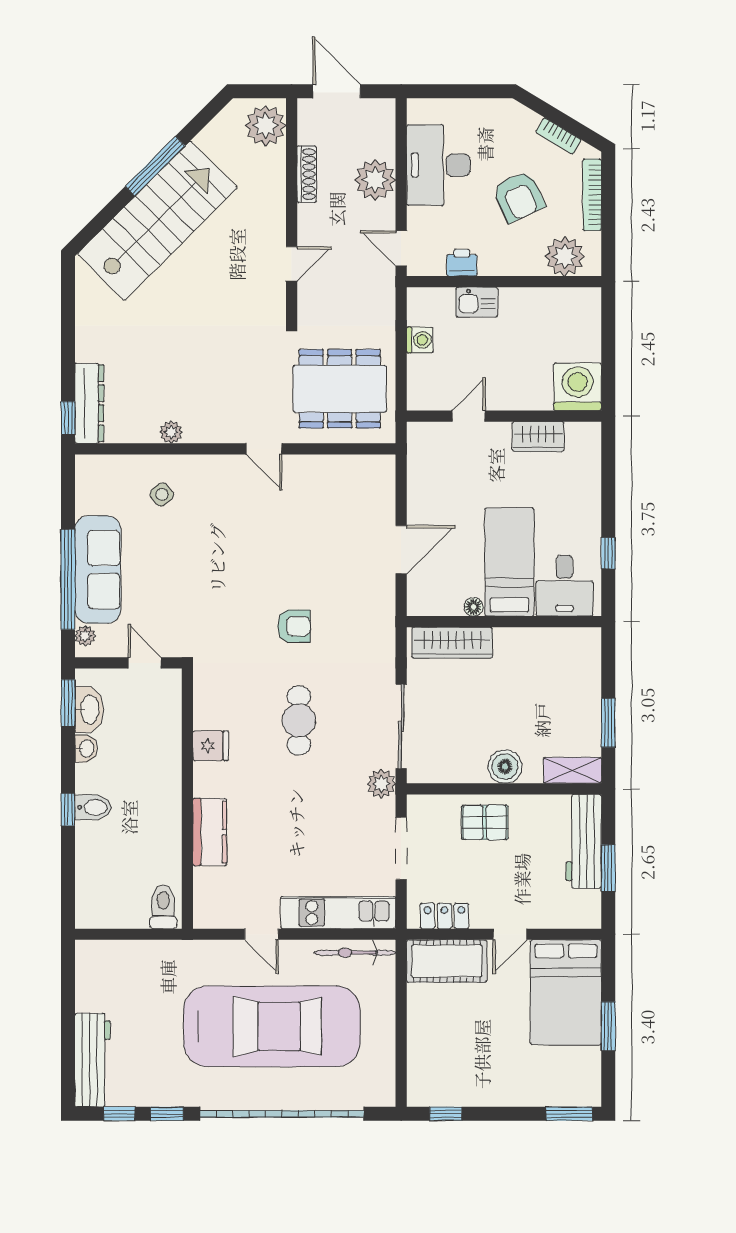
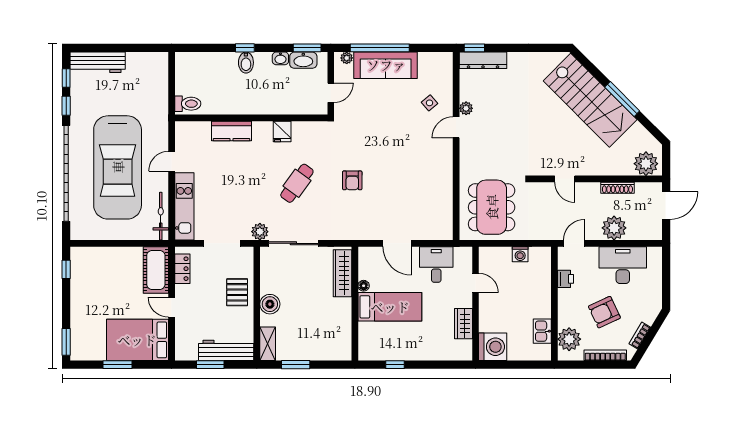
kitchen sink: (477, 302) -> (542, 331), moved
door: (264, 449) -> (456, 127), moved
desk: (564, 586) -> (436, 264), moved, turned 90
cafe table: (299, 720) -> (297, 183), turned -54

